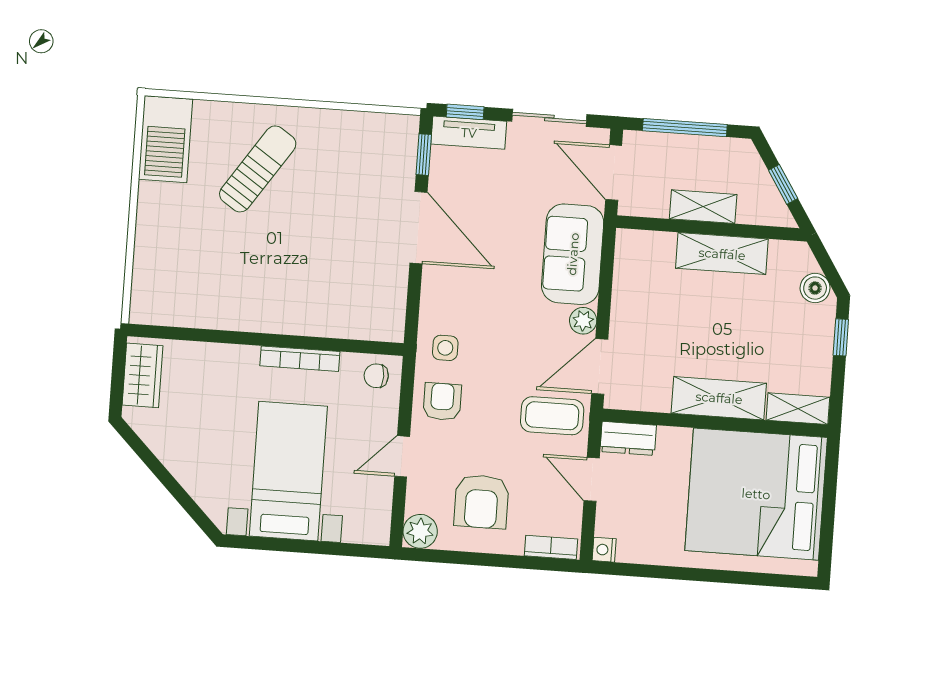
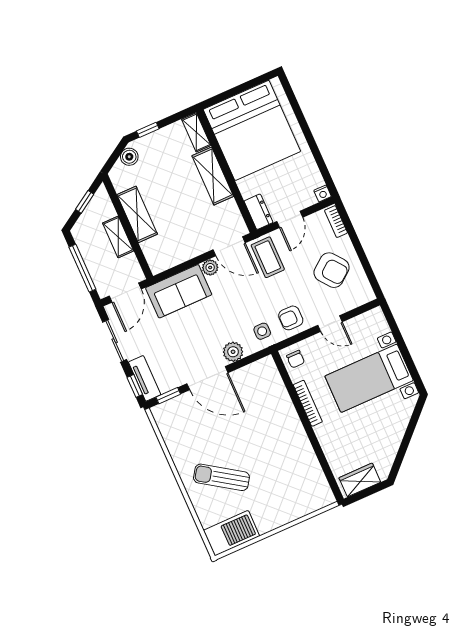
door: (418, 228) -> (207, 378), swing flipped
armchair: (481, 502) -> (332, 270), turned 52
plant: (420, 531) -> (233, 352), moved

